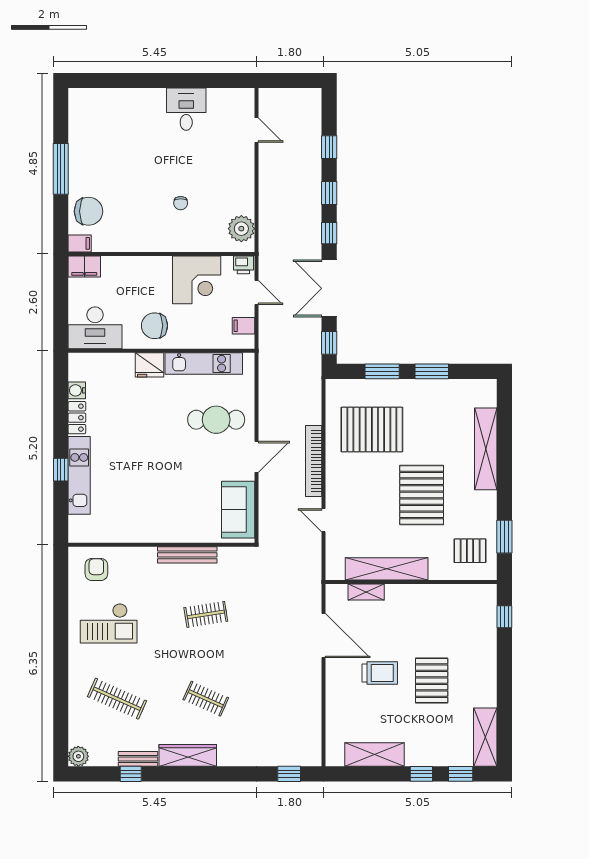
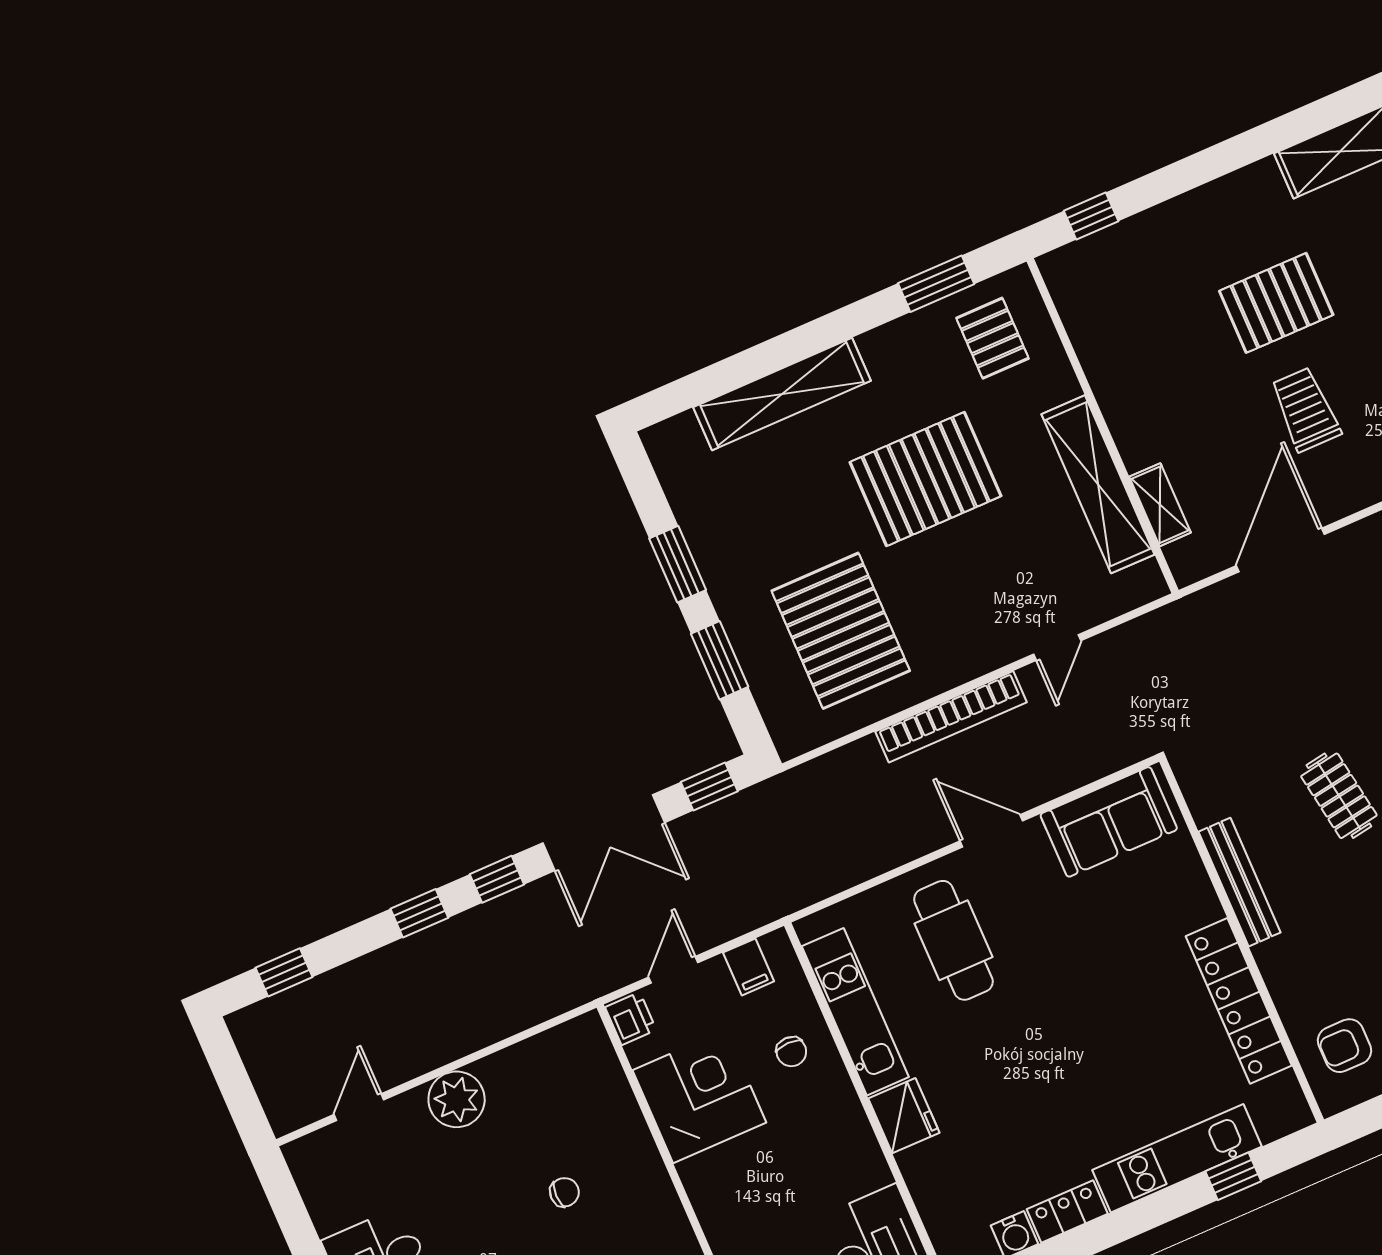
window: (329, 147) -> (284, 972), moved
plant: (241, 229) -> (457, 1099), moved
chair: (155, 326) -> (791, 1052), moved, width x0.54, depth x0.54
window: (61, 470) -> (1233, 1176), moved
locker: (136, 532) -> (1239, 1001), added

